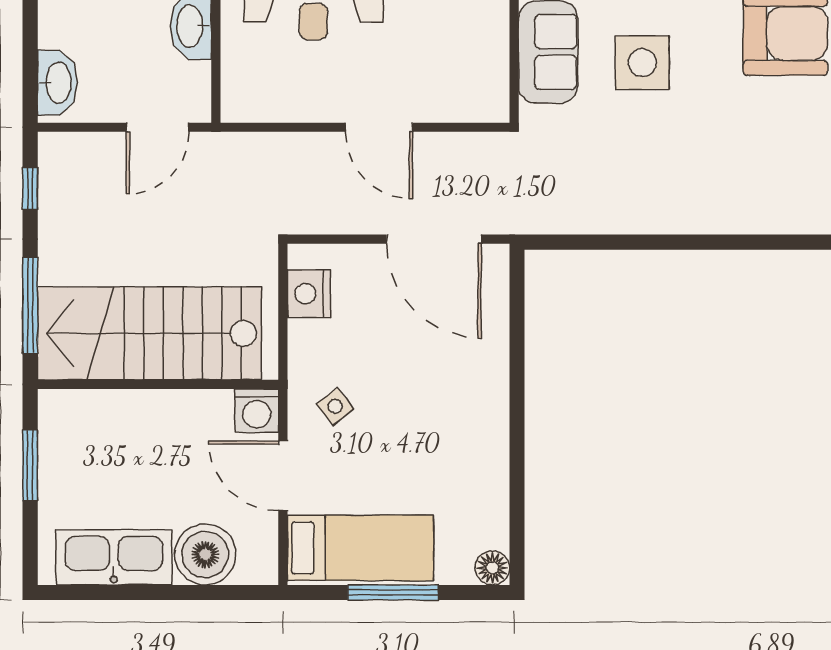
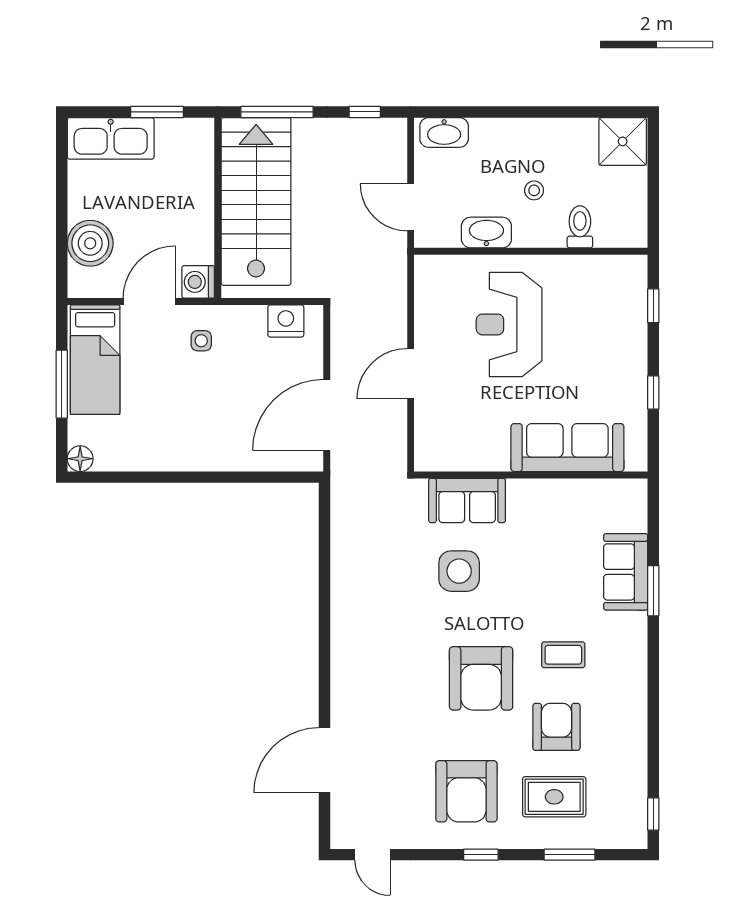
side table: (335, 406) -> (201, 341), turned 38
kitchen sink: (114, 557) -> (111, 138), moved, turned 90

